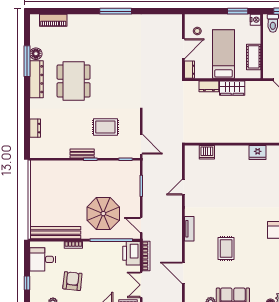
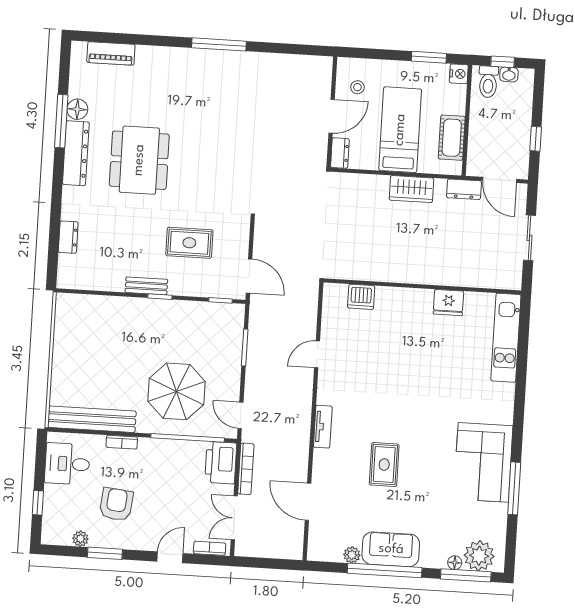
dresser: (209, 86) -> (464, 189), moved

